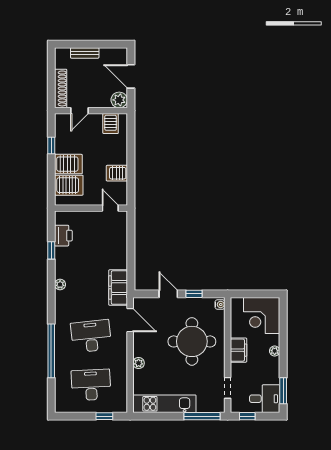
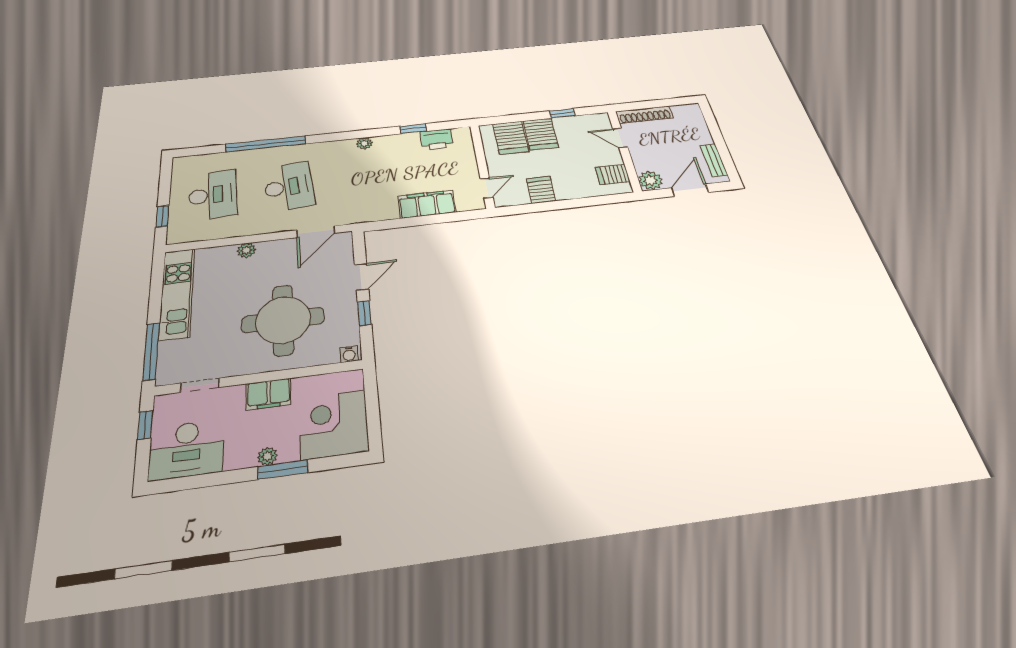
bench: (85, 53) -> (714, 160), moved
filing cabinet: (118, 288) -> (427, 204), moved
window: (283, 391) -> (283, 470), moved
desk: (265, 399) -> (186, 450), width x1.37

